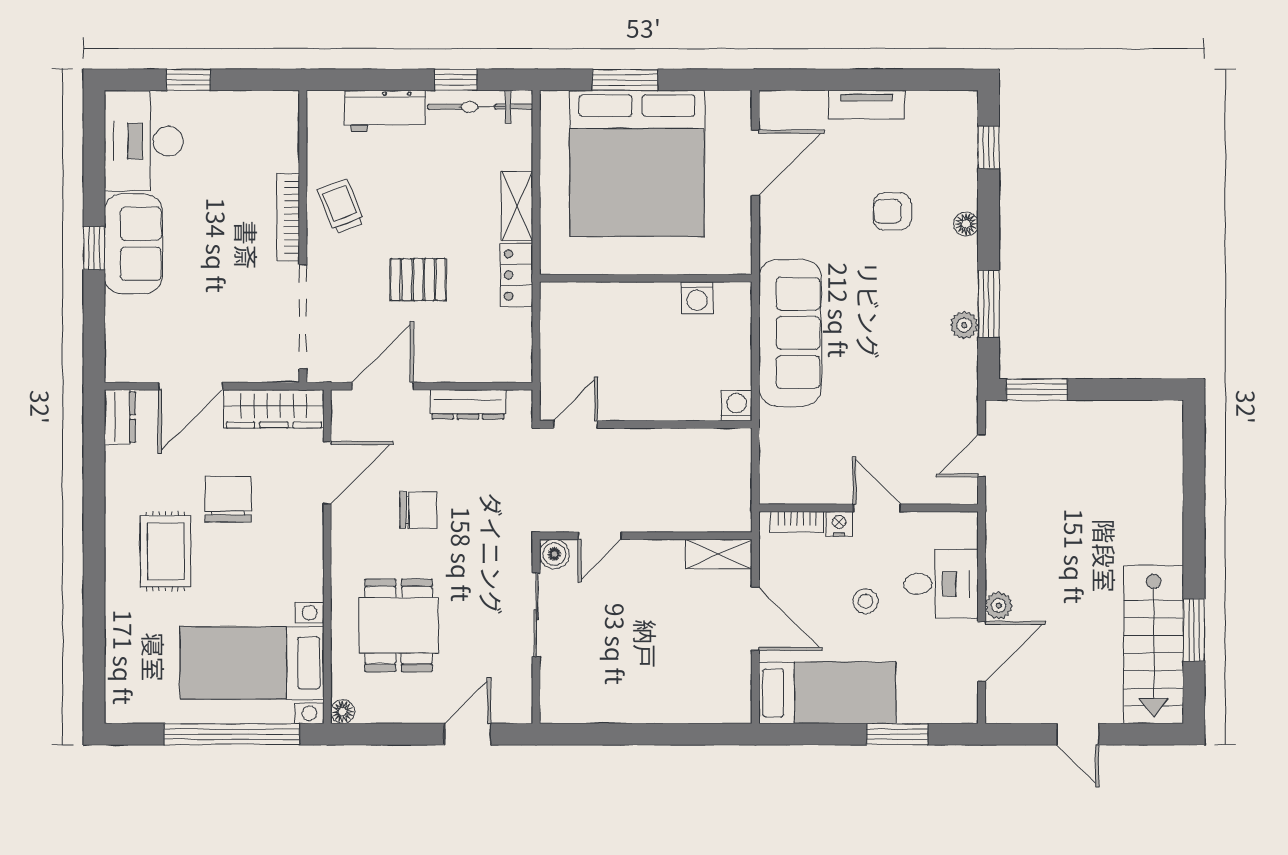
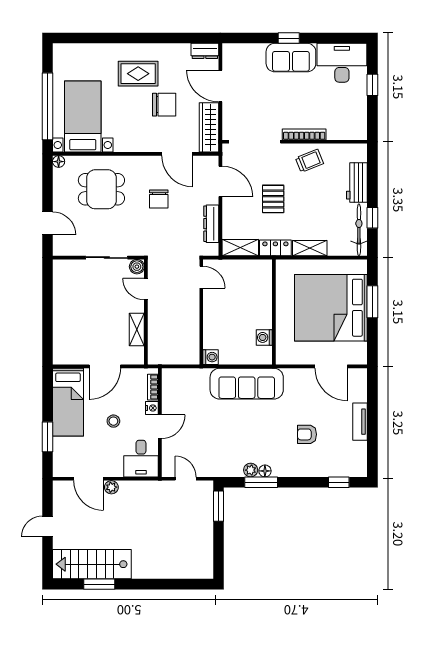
armchair: (892, 211) -> (307, 434), turned -90
floor lamp: (966, 224) -> (265, 471), moved
shelving: (516, 346) -> (240, 248), added
shelving: (719, 554) -> (137, 329), moved
desk: (941, 584) -> (141, 459), moved

